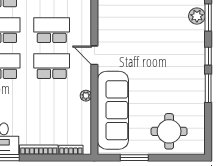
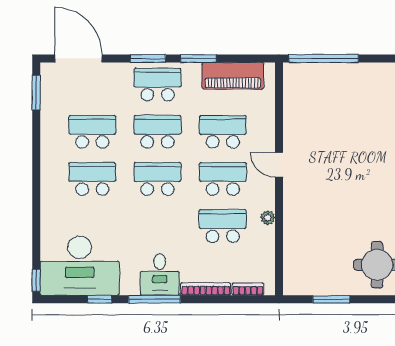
school desk: (52, 102) -> (223, 226), added
sofa: (113, 110) -> (303, 237), removed

